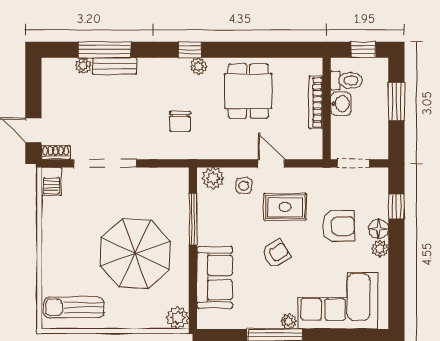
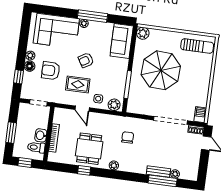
window: (190, 50) -> (84, 170), moved
sofa: (215, 278) -> (122, 41), moved

